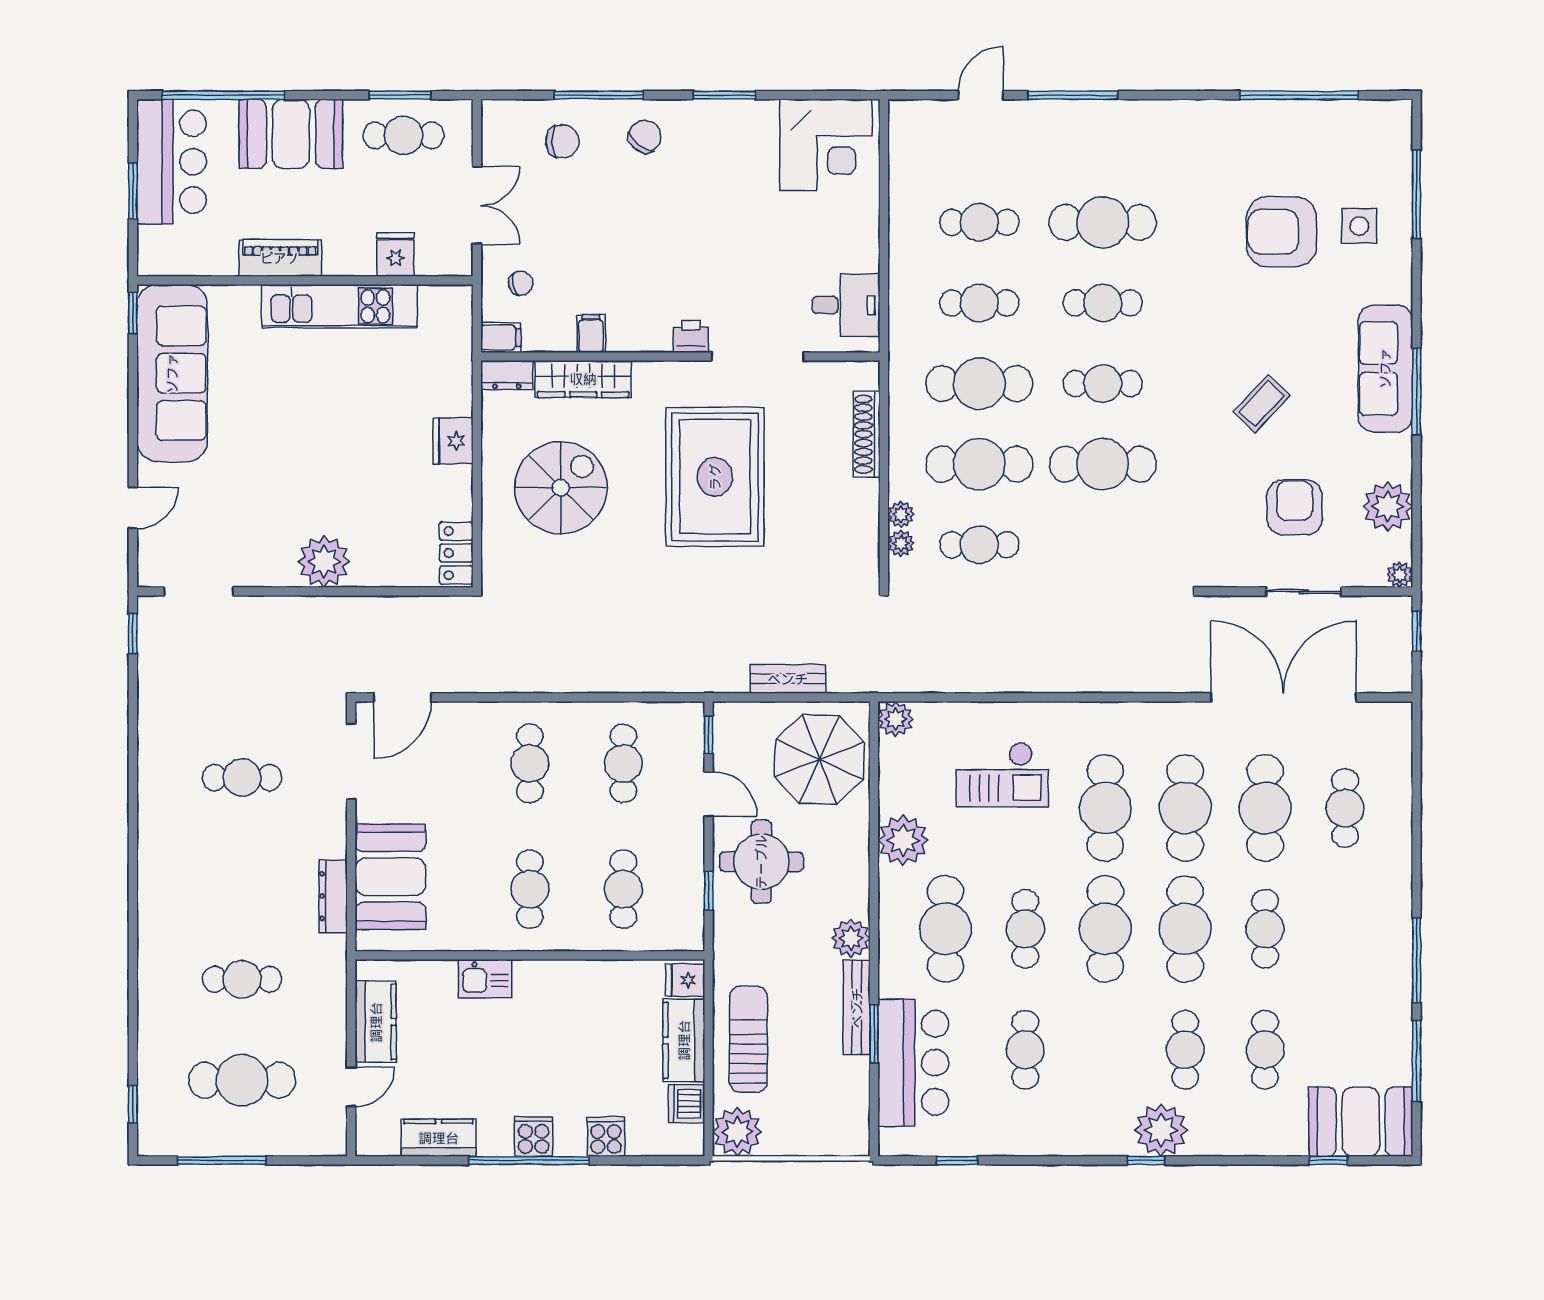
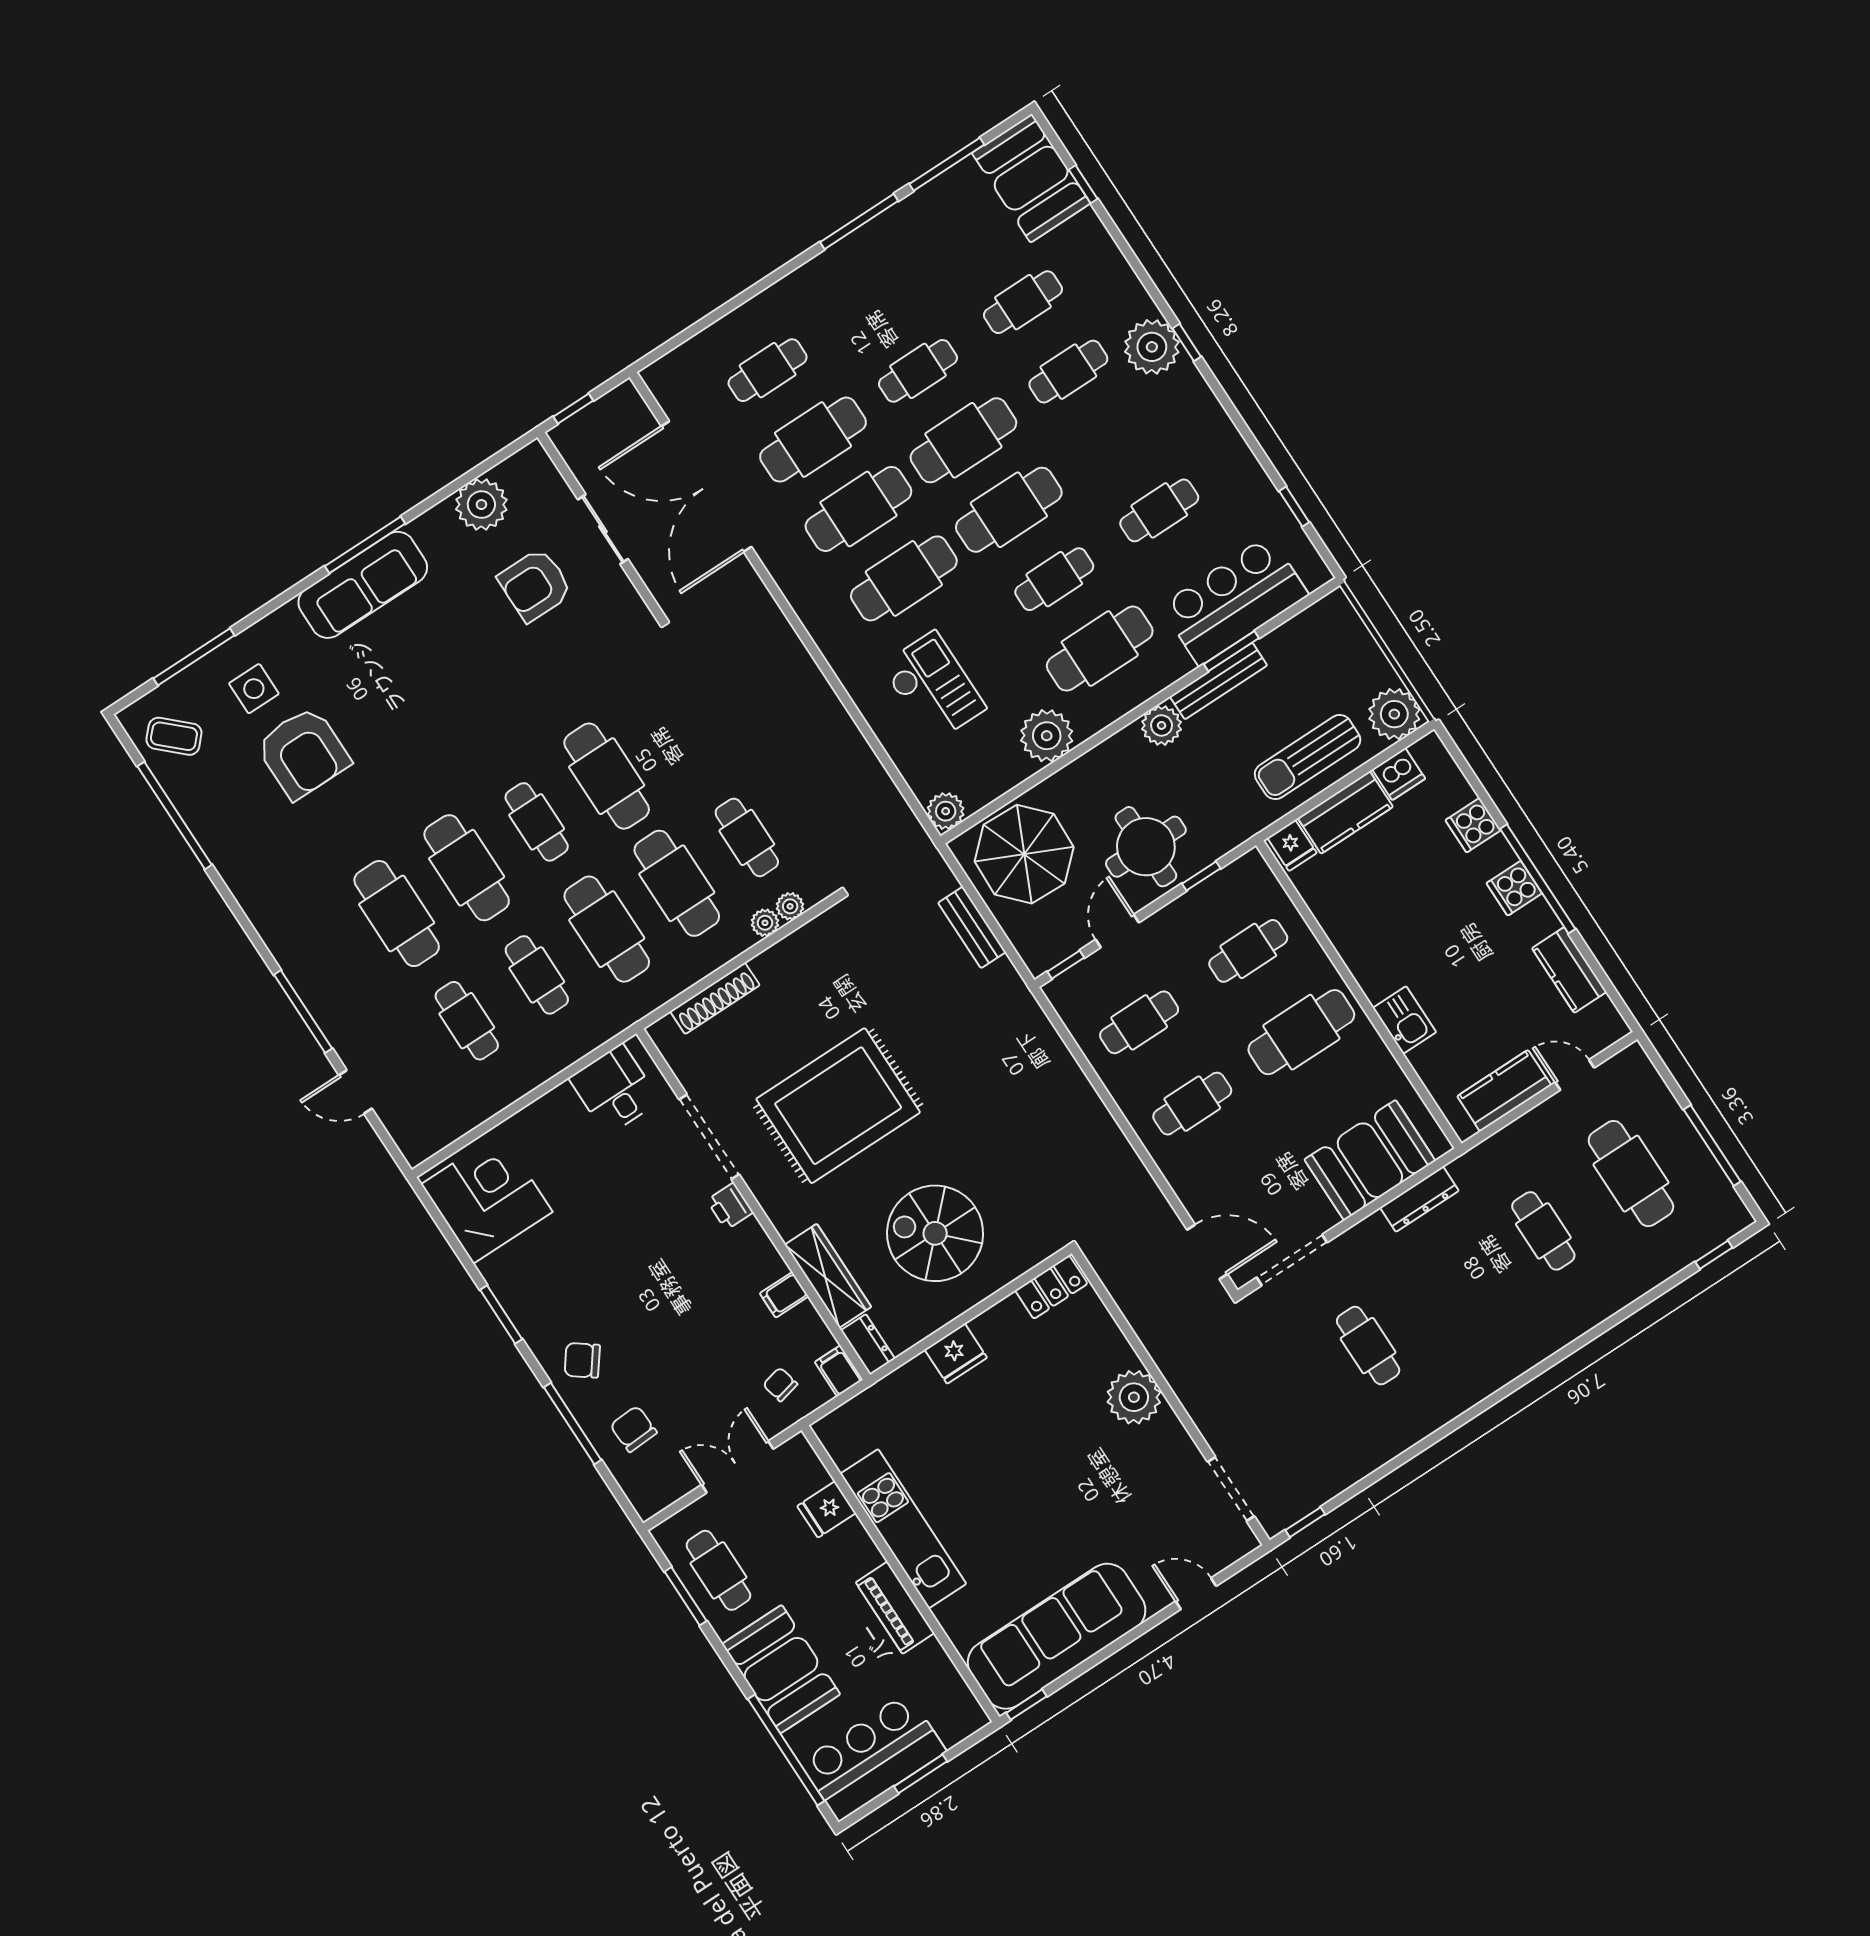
cafe table: (1103, 303) -> (467, 868), width x1.37, depth x1.35
coffee table: (1262, 404) -> (174, 736), moved
plant: (1400, 575) -> (534, 455), removed
cafe table: (530, 889) -> (1301, 1032), width x1.37, depth x1.35

